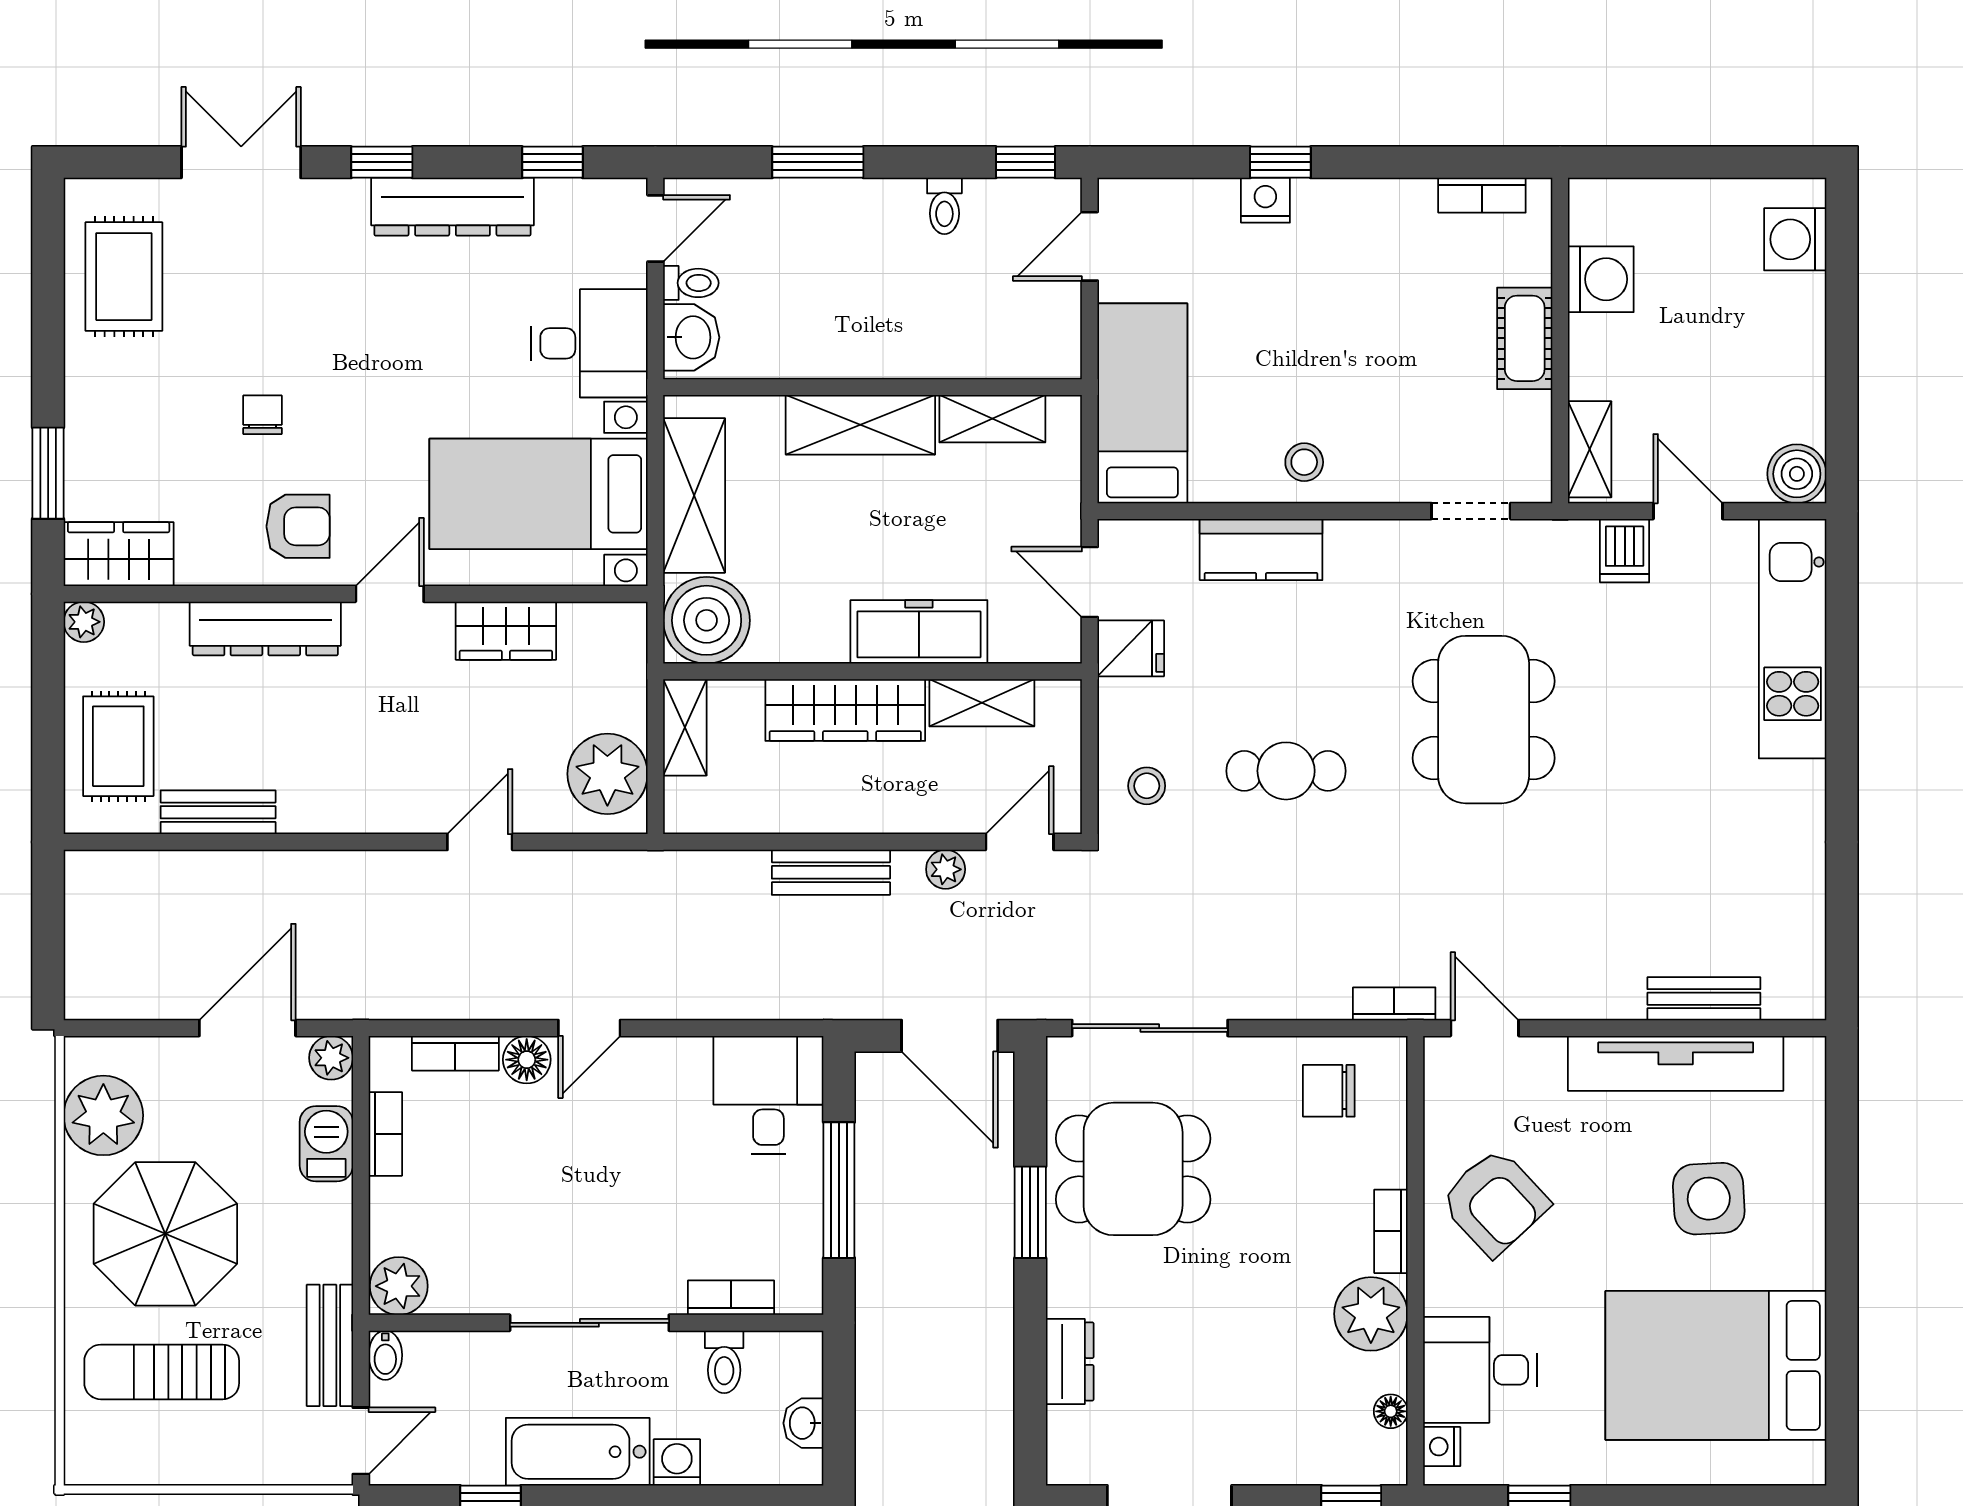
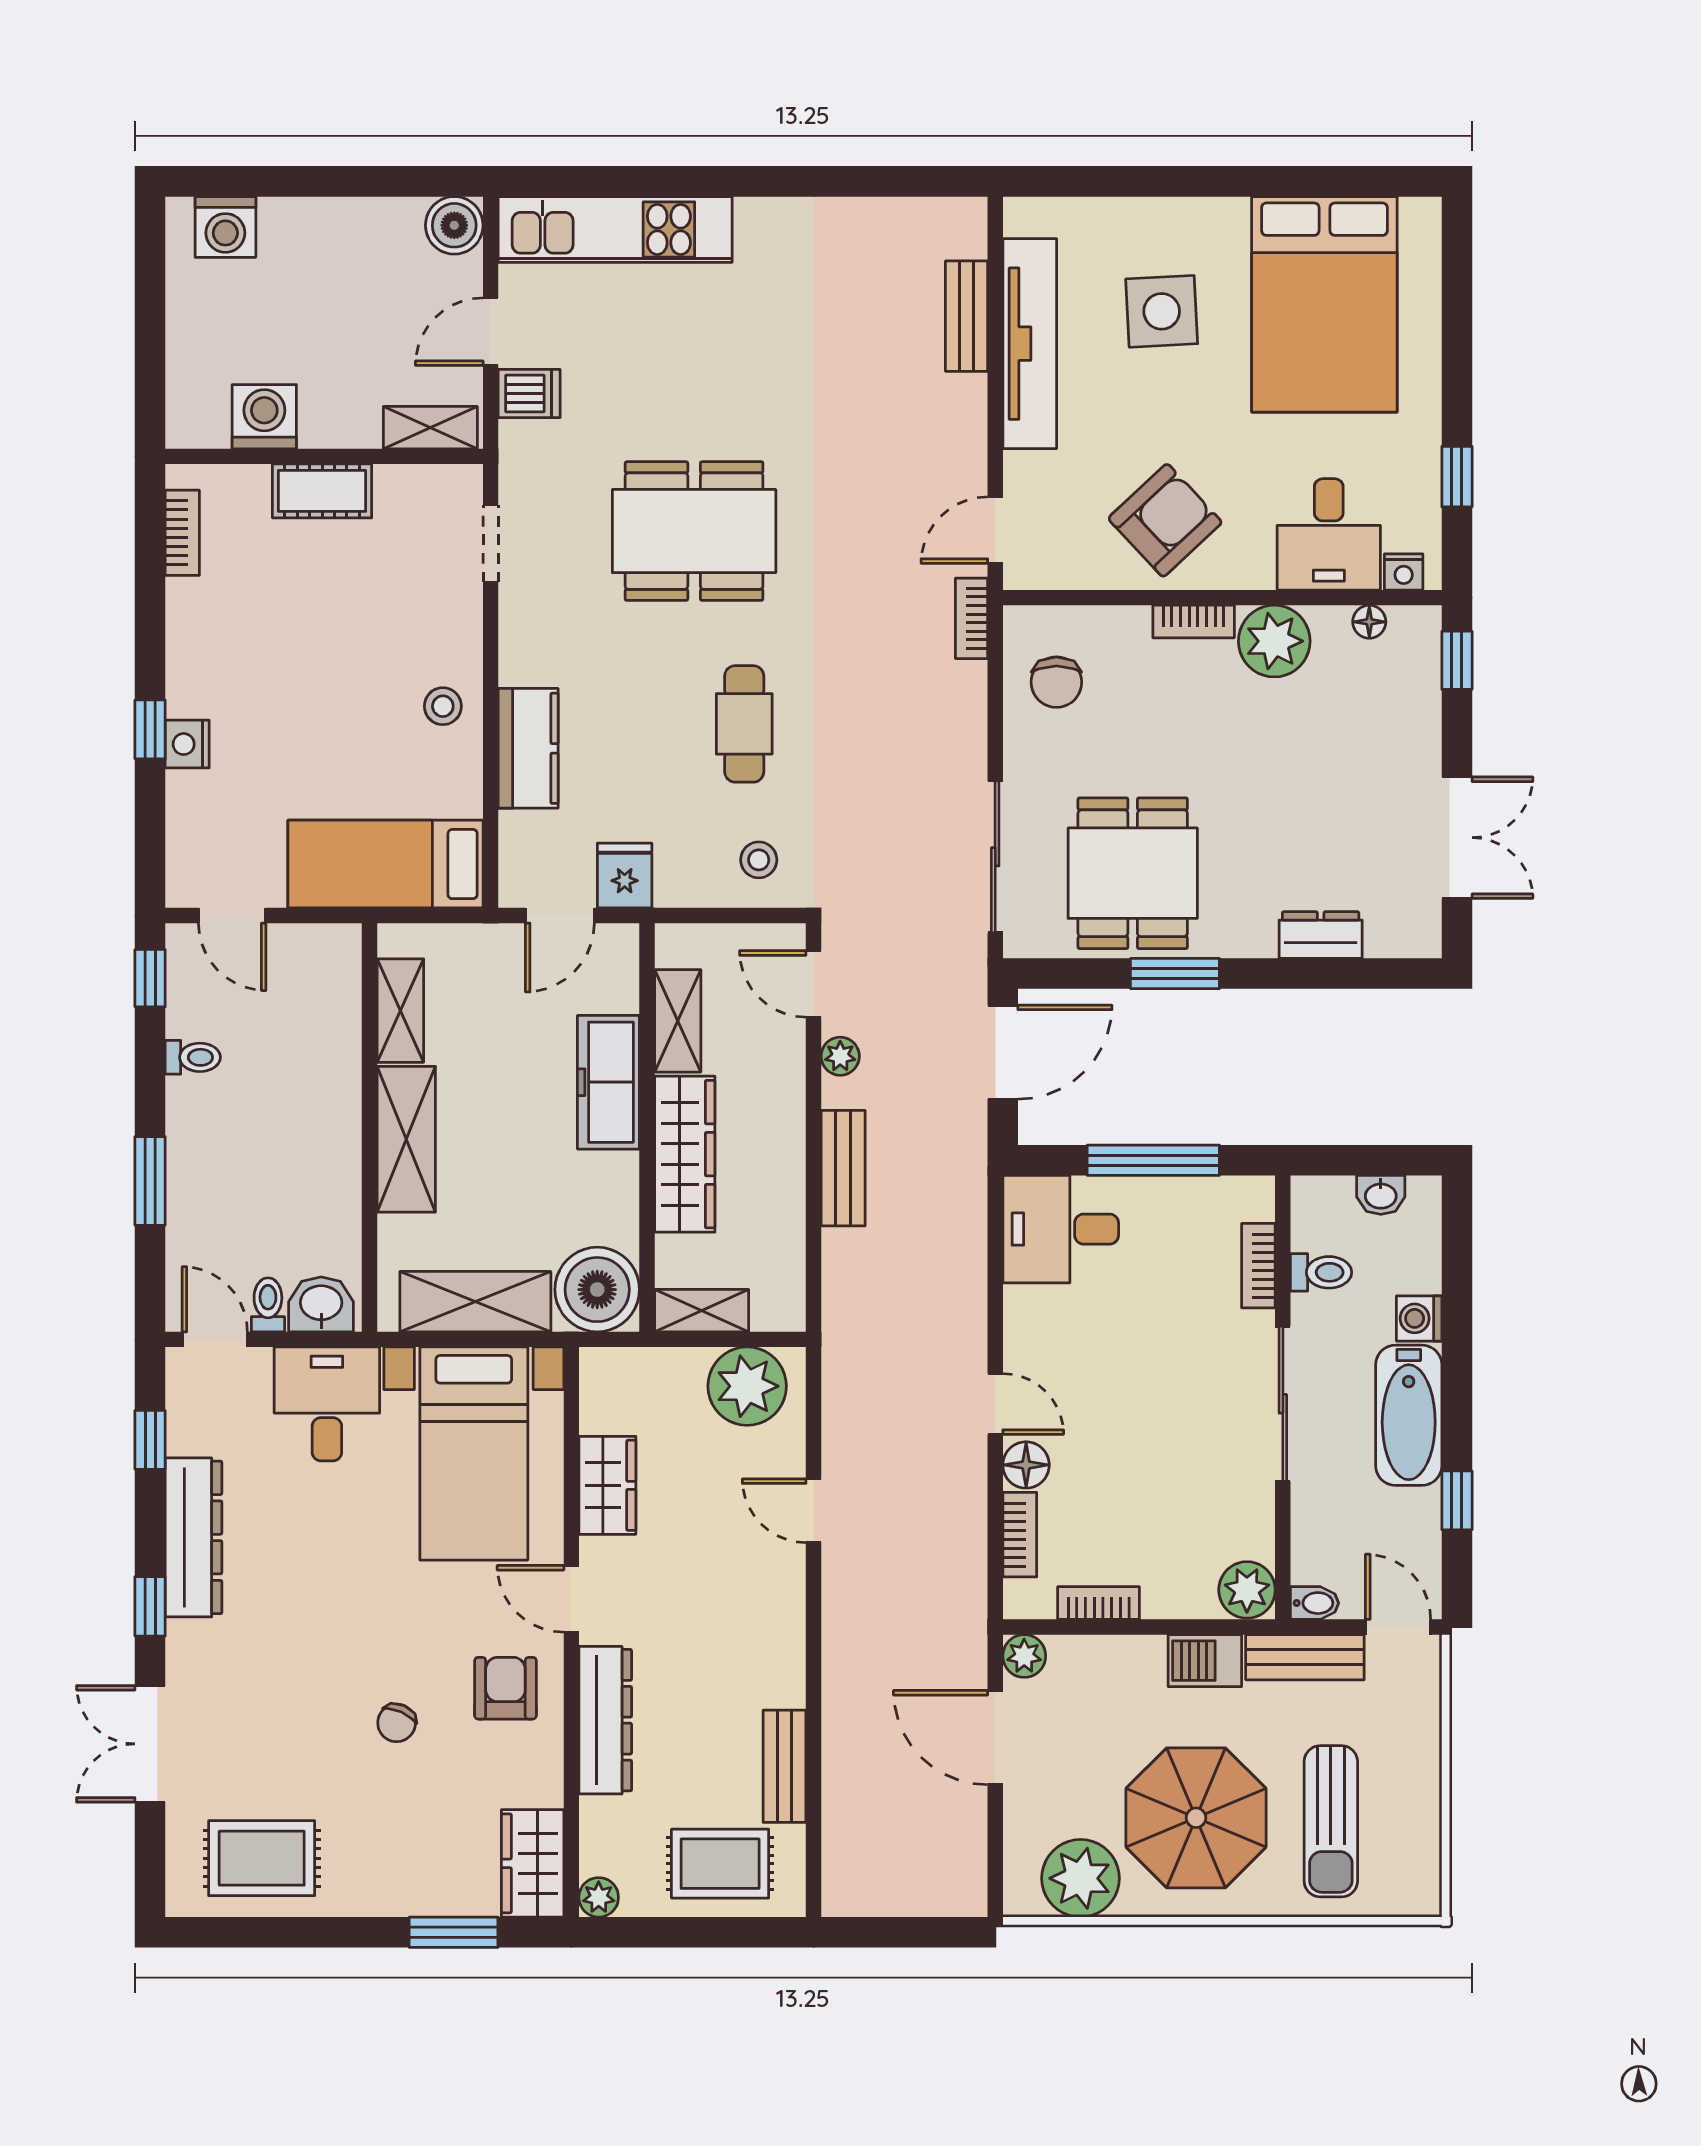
chair: (263, 415) -> (397, 1723), turned -66
barbecue: (326, 1144) -> (1205, 1661), moved

